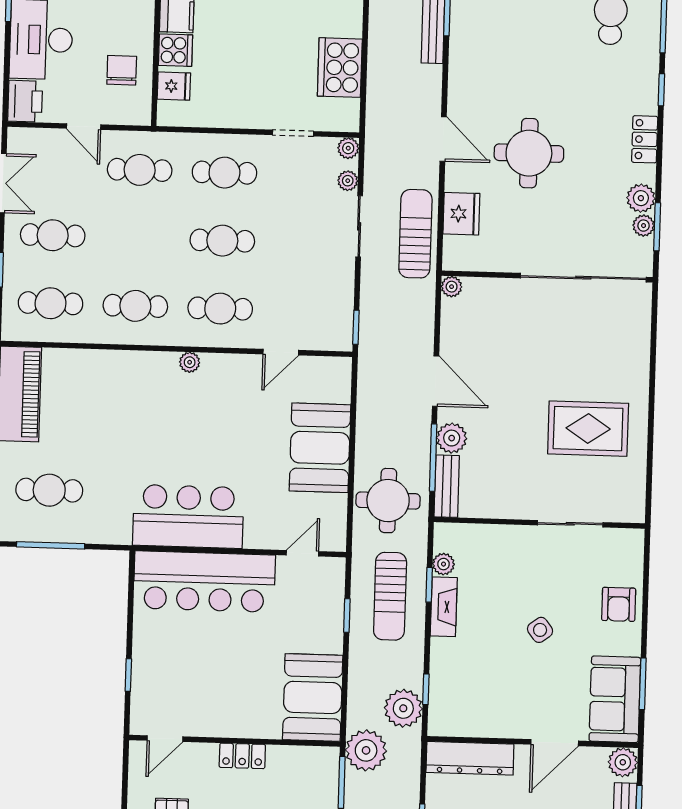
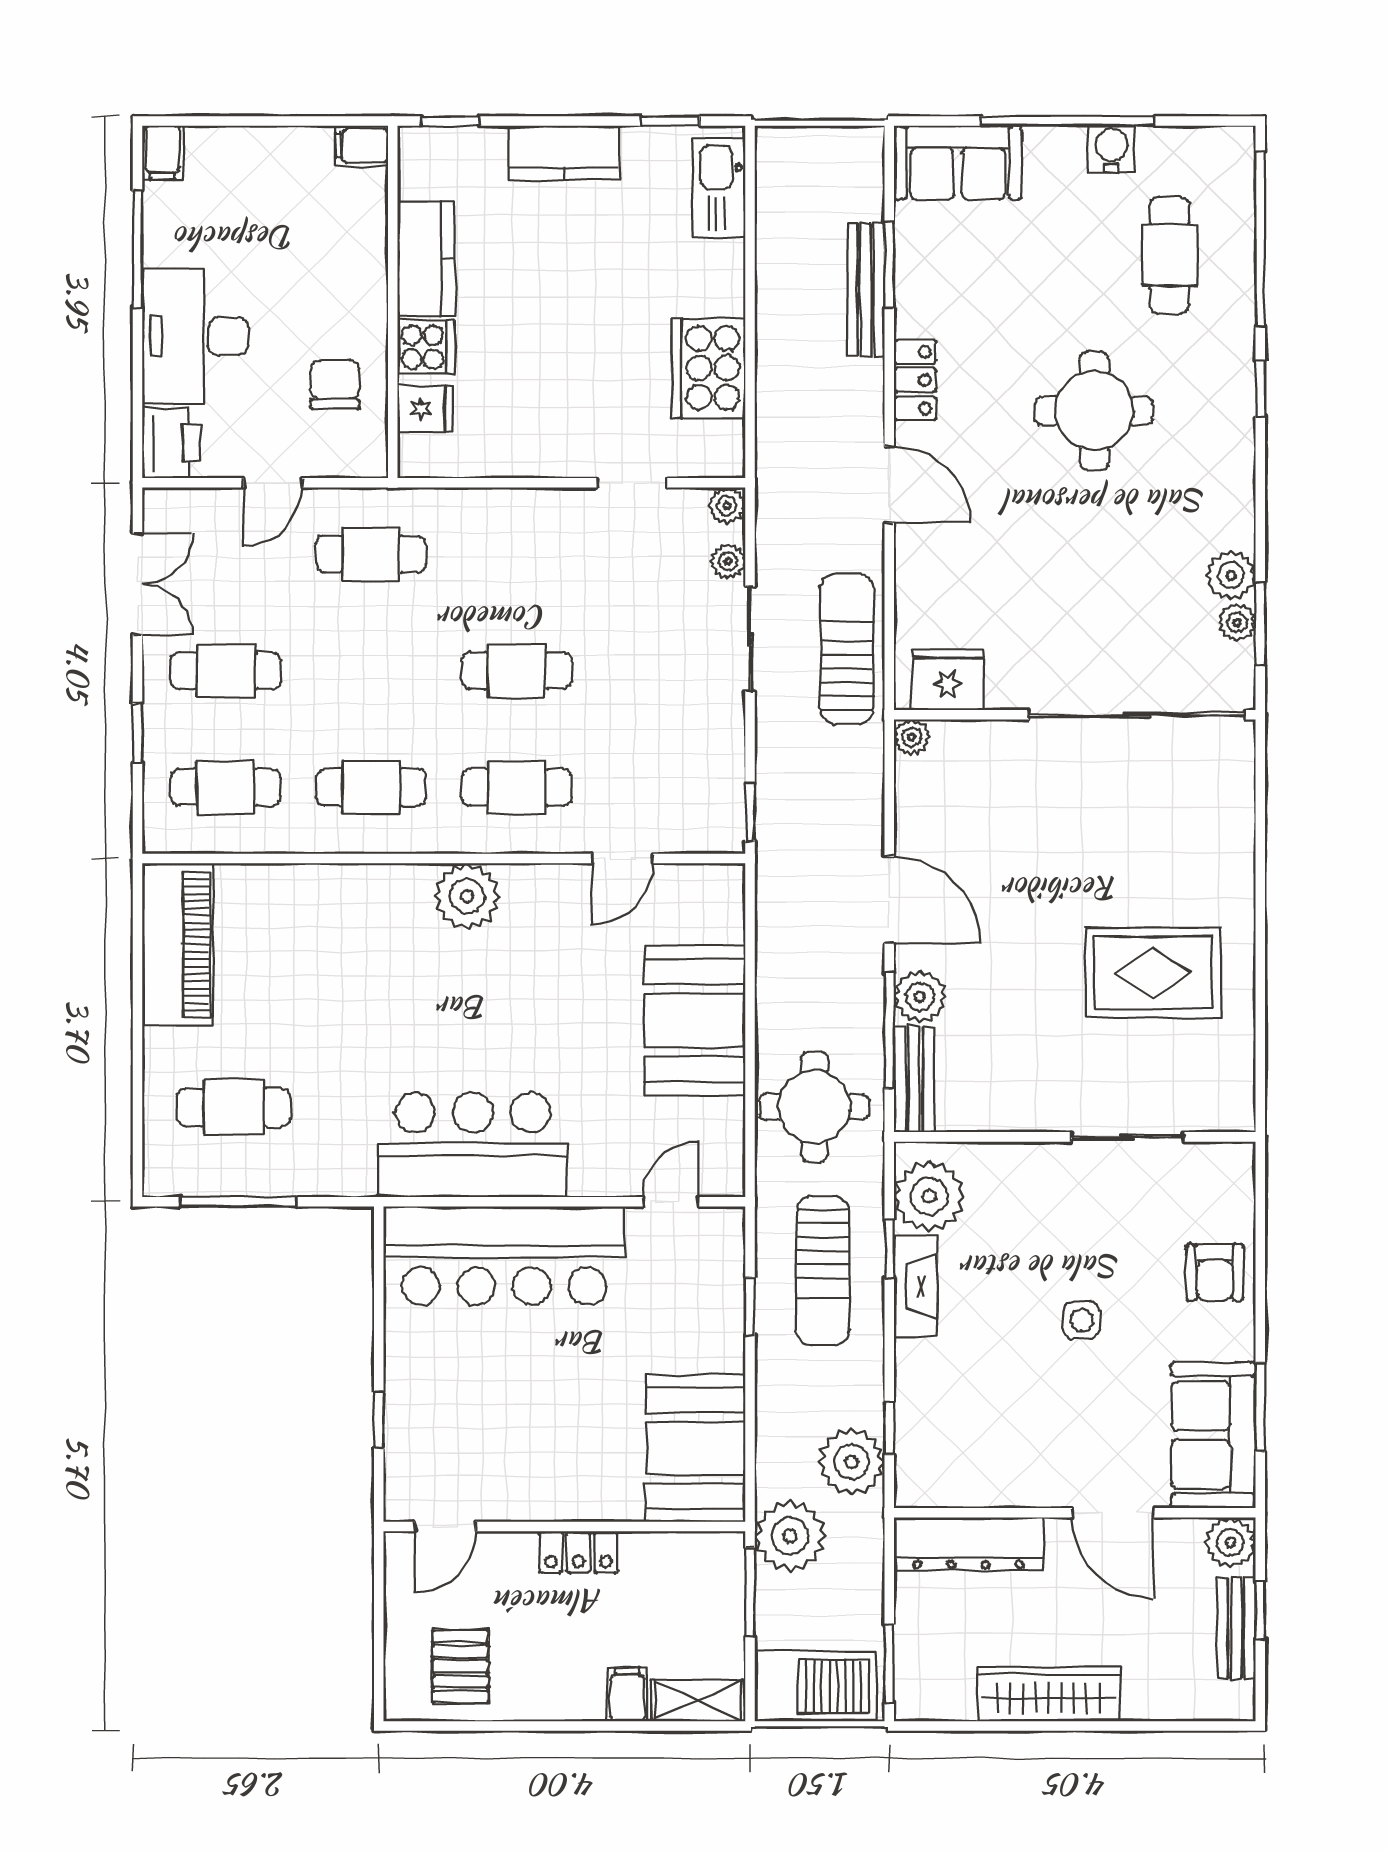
door: (84, 127) -> (273, 483), hinge flipped
locker: (645, 139) -> (915, 380), moved, turned 180
round table: (529, 153) -> (1094, 411), moved
cafe table: (224, 173) -> (517, 554), removed
fridge: (461, 214) -> (948, 679), moved, turned -90
plant: (190, 362) -> (467, 896), width x1.88, depth x1.88
plant: (444, 564) -> (929, 1196), width x1.87, depth x1.87
side table: (540, 630) -> (1082, 1320), turned 37
door: (555, 743) -> (1113, 1513), hinge flipped

